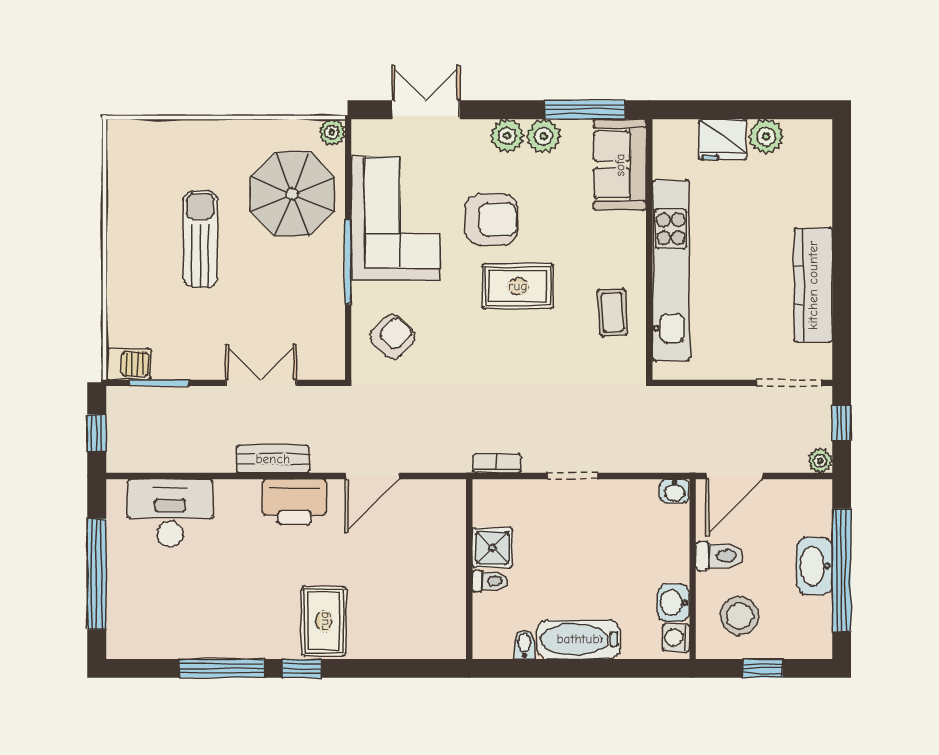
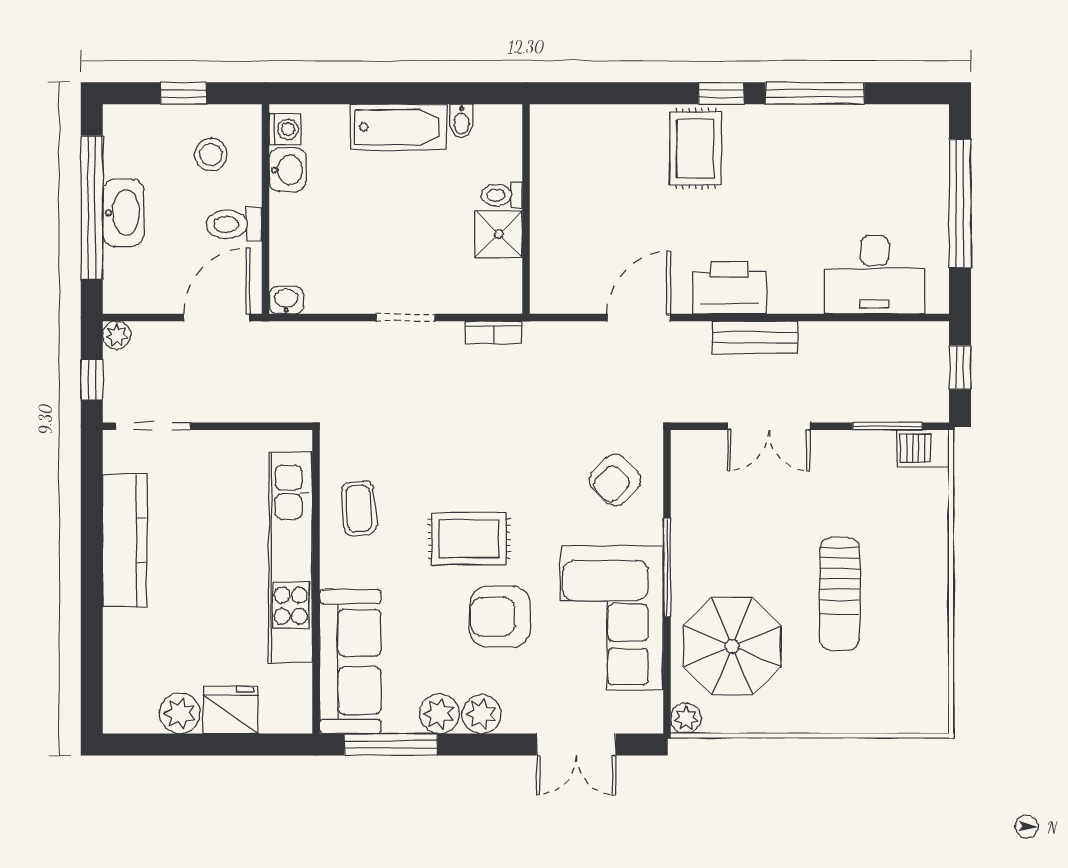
sofa: (620, 165) -> (350, 662), width x1.36
stool: (739, 616) -> (211, 154), width x0.73, depth x0.73

